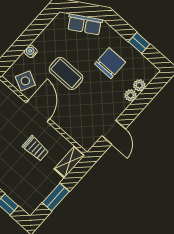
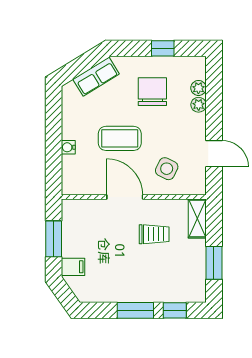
side table: (25, 81) -> (167, 169), moved

